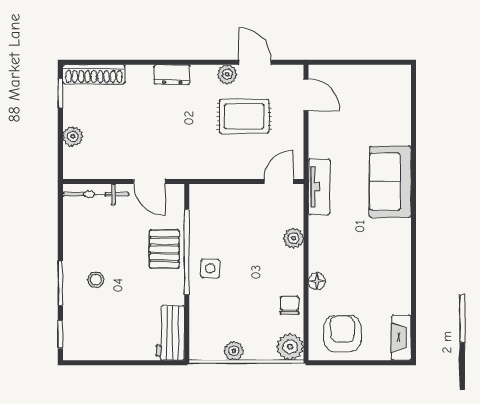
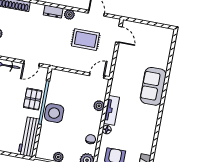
plant: (227, 74) -> (69, 14), moved
door: (149, 181) -> (32, 63), hinge flipped
tv unit: (319, 187) -> (112, 110), moved
side table: (210, 268) -> (54, 113), width x1.87, depth x1.87
workbench: (170, 333) -> (29, 137), width x1.38

